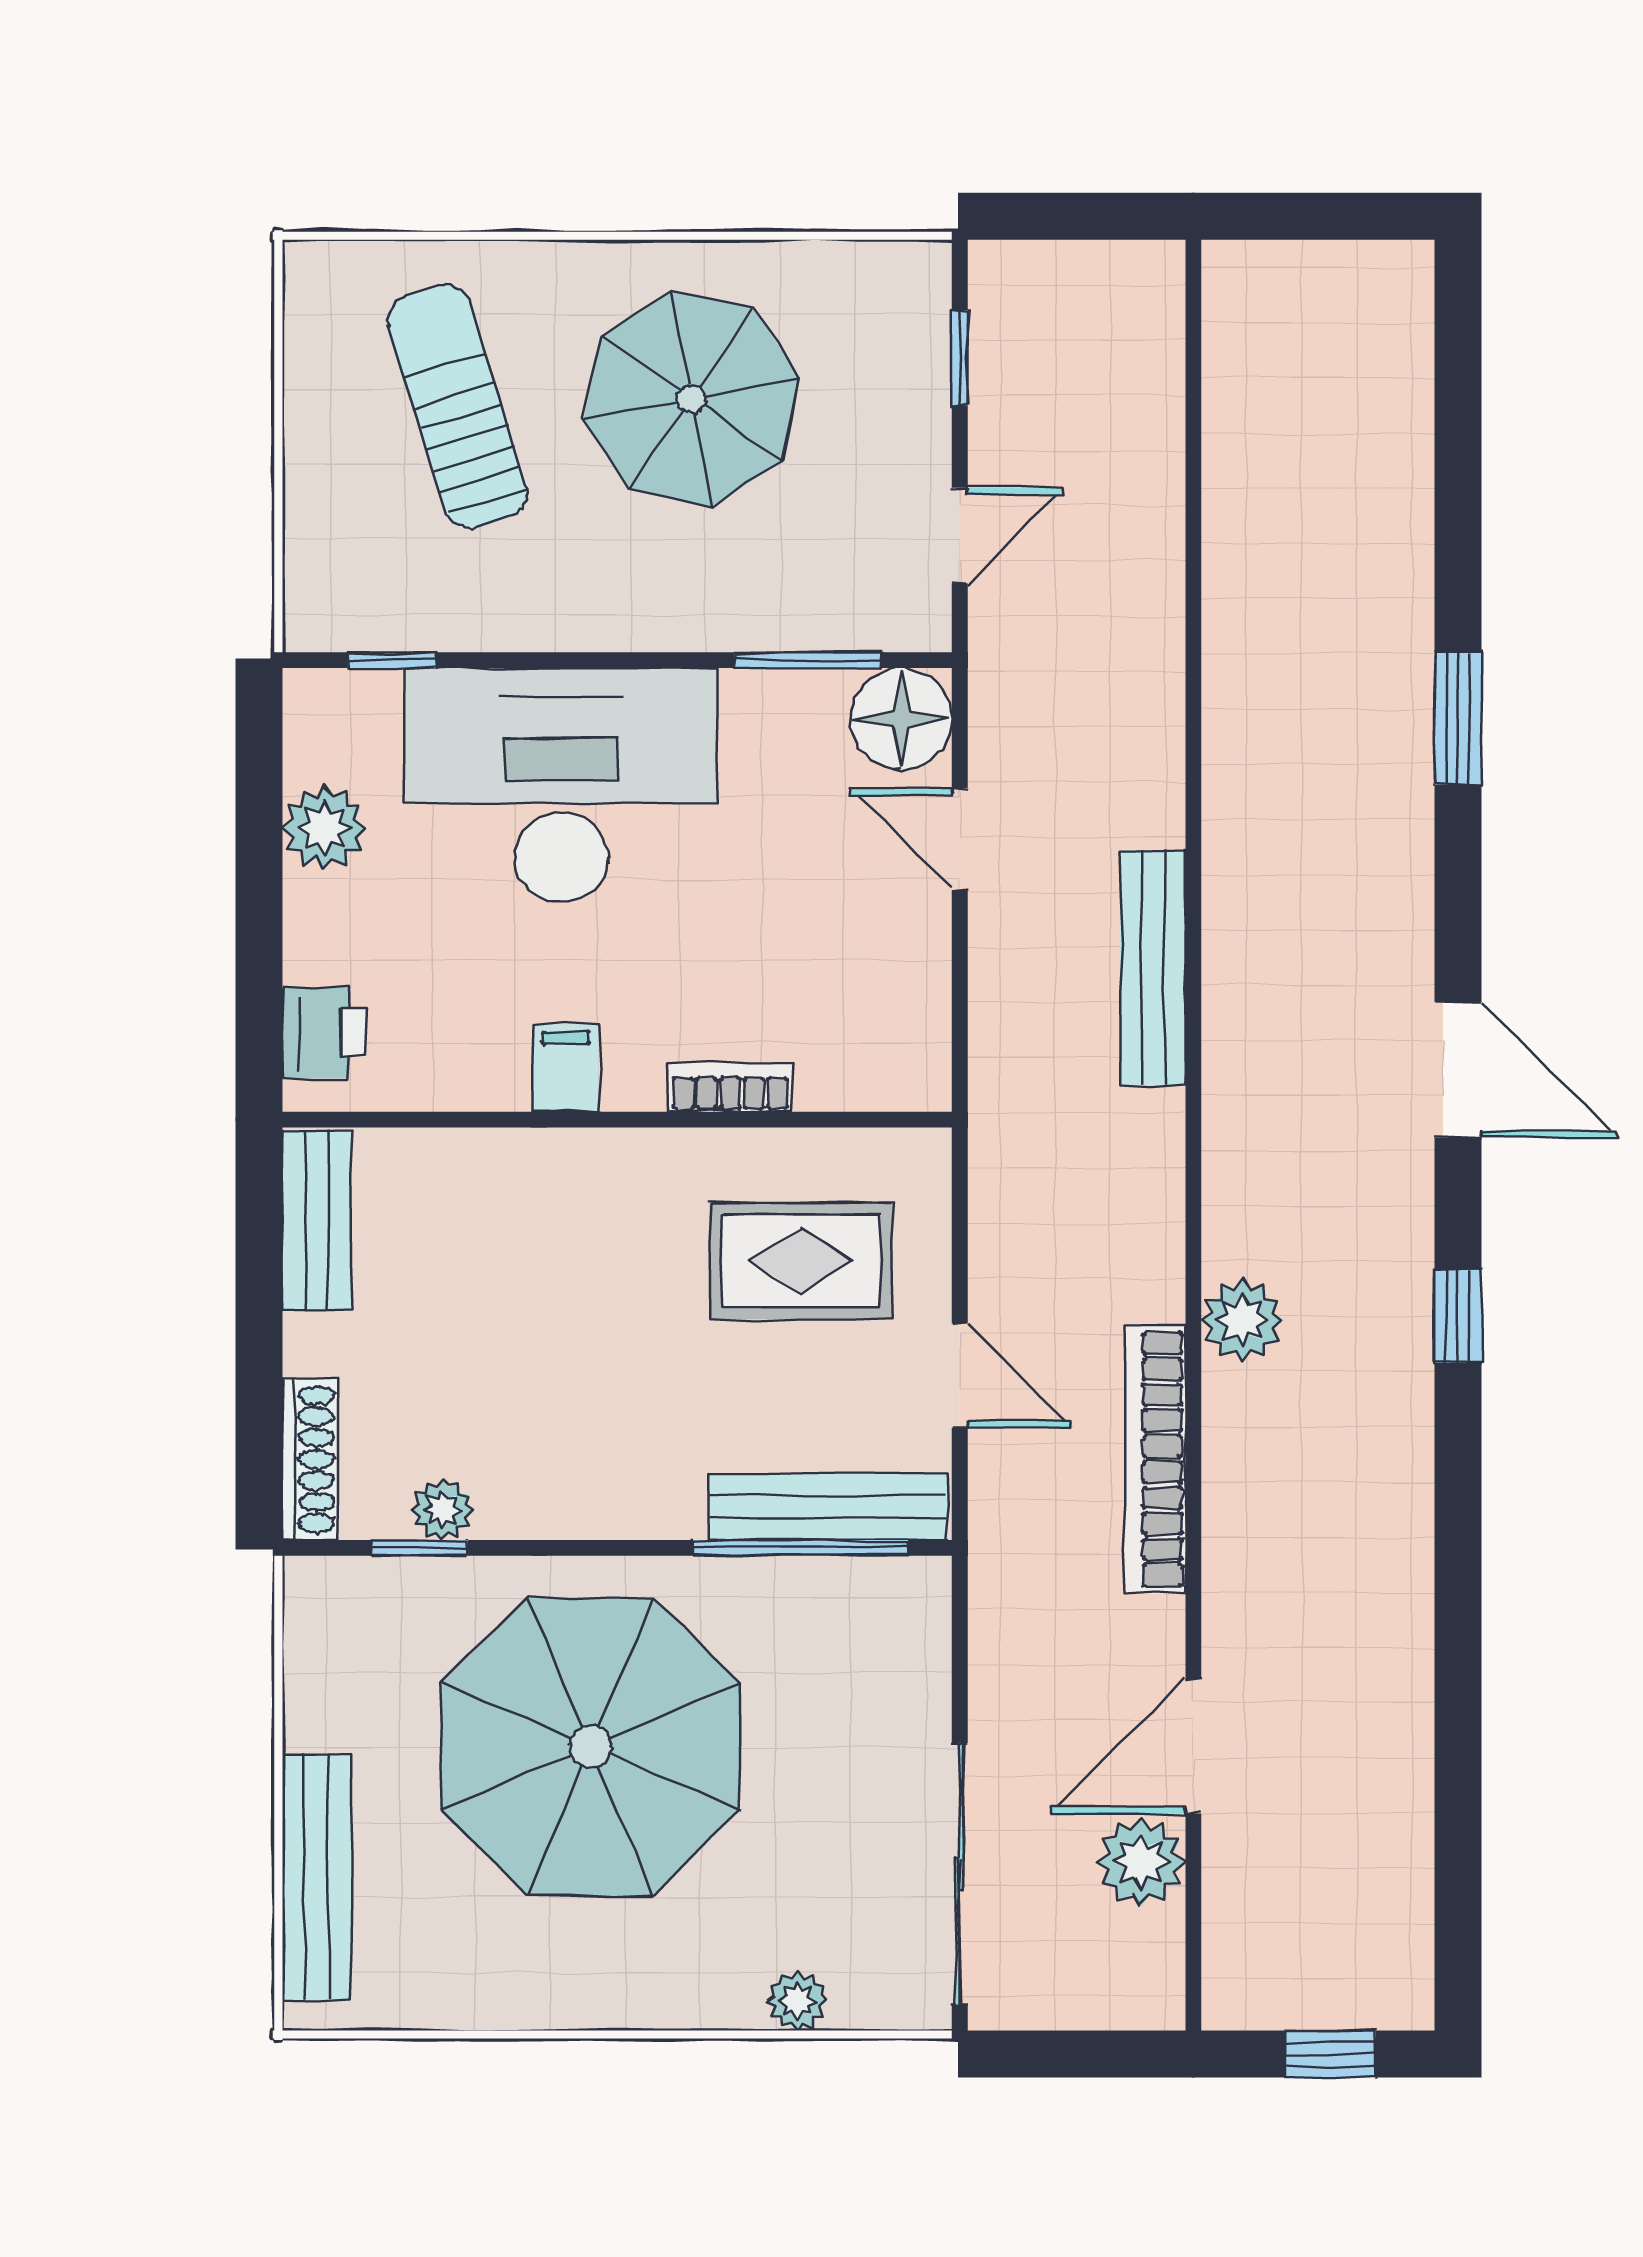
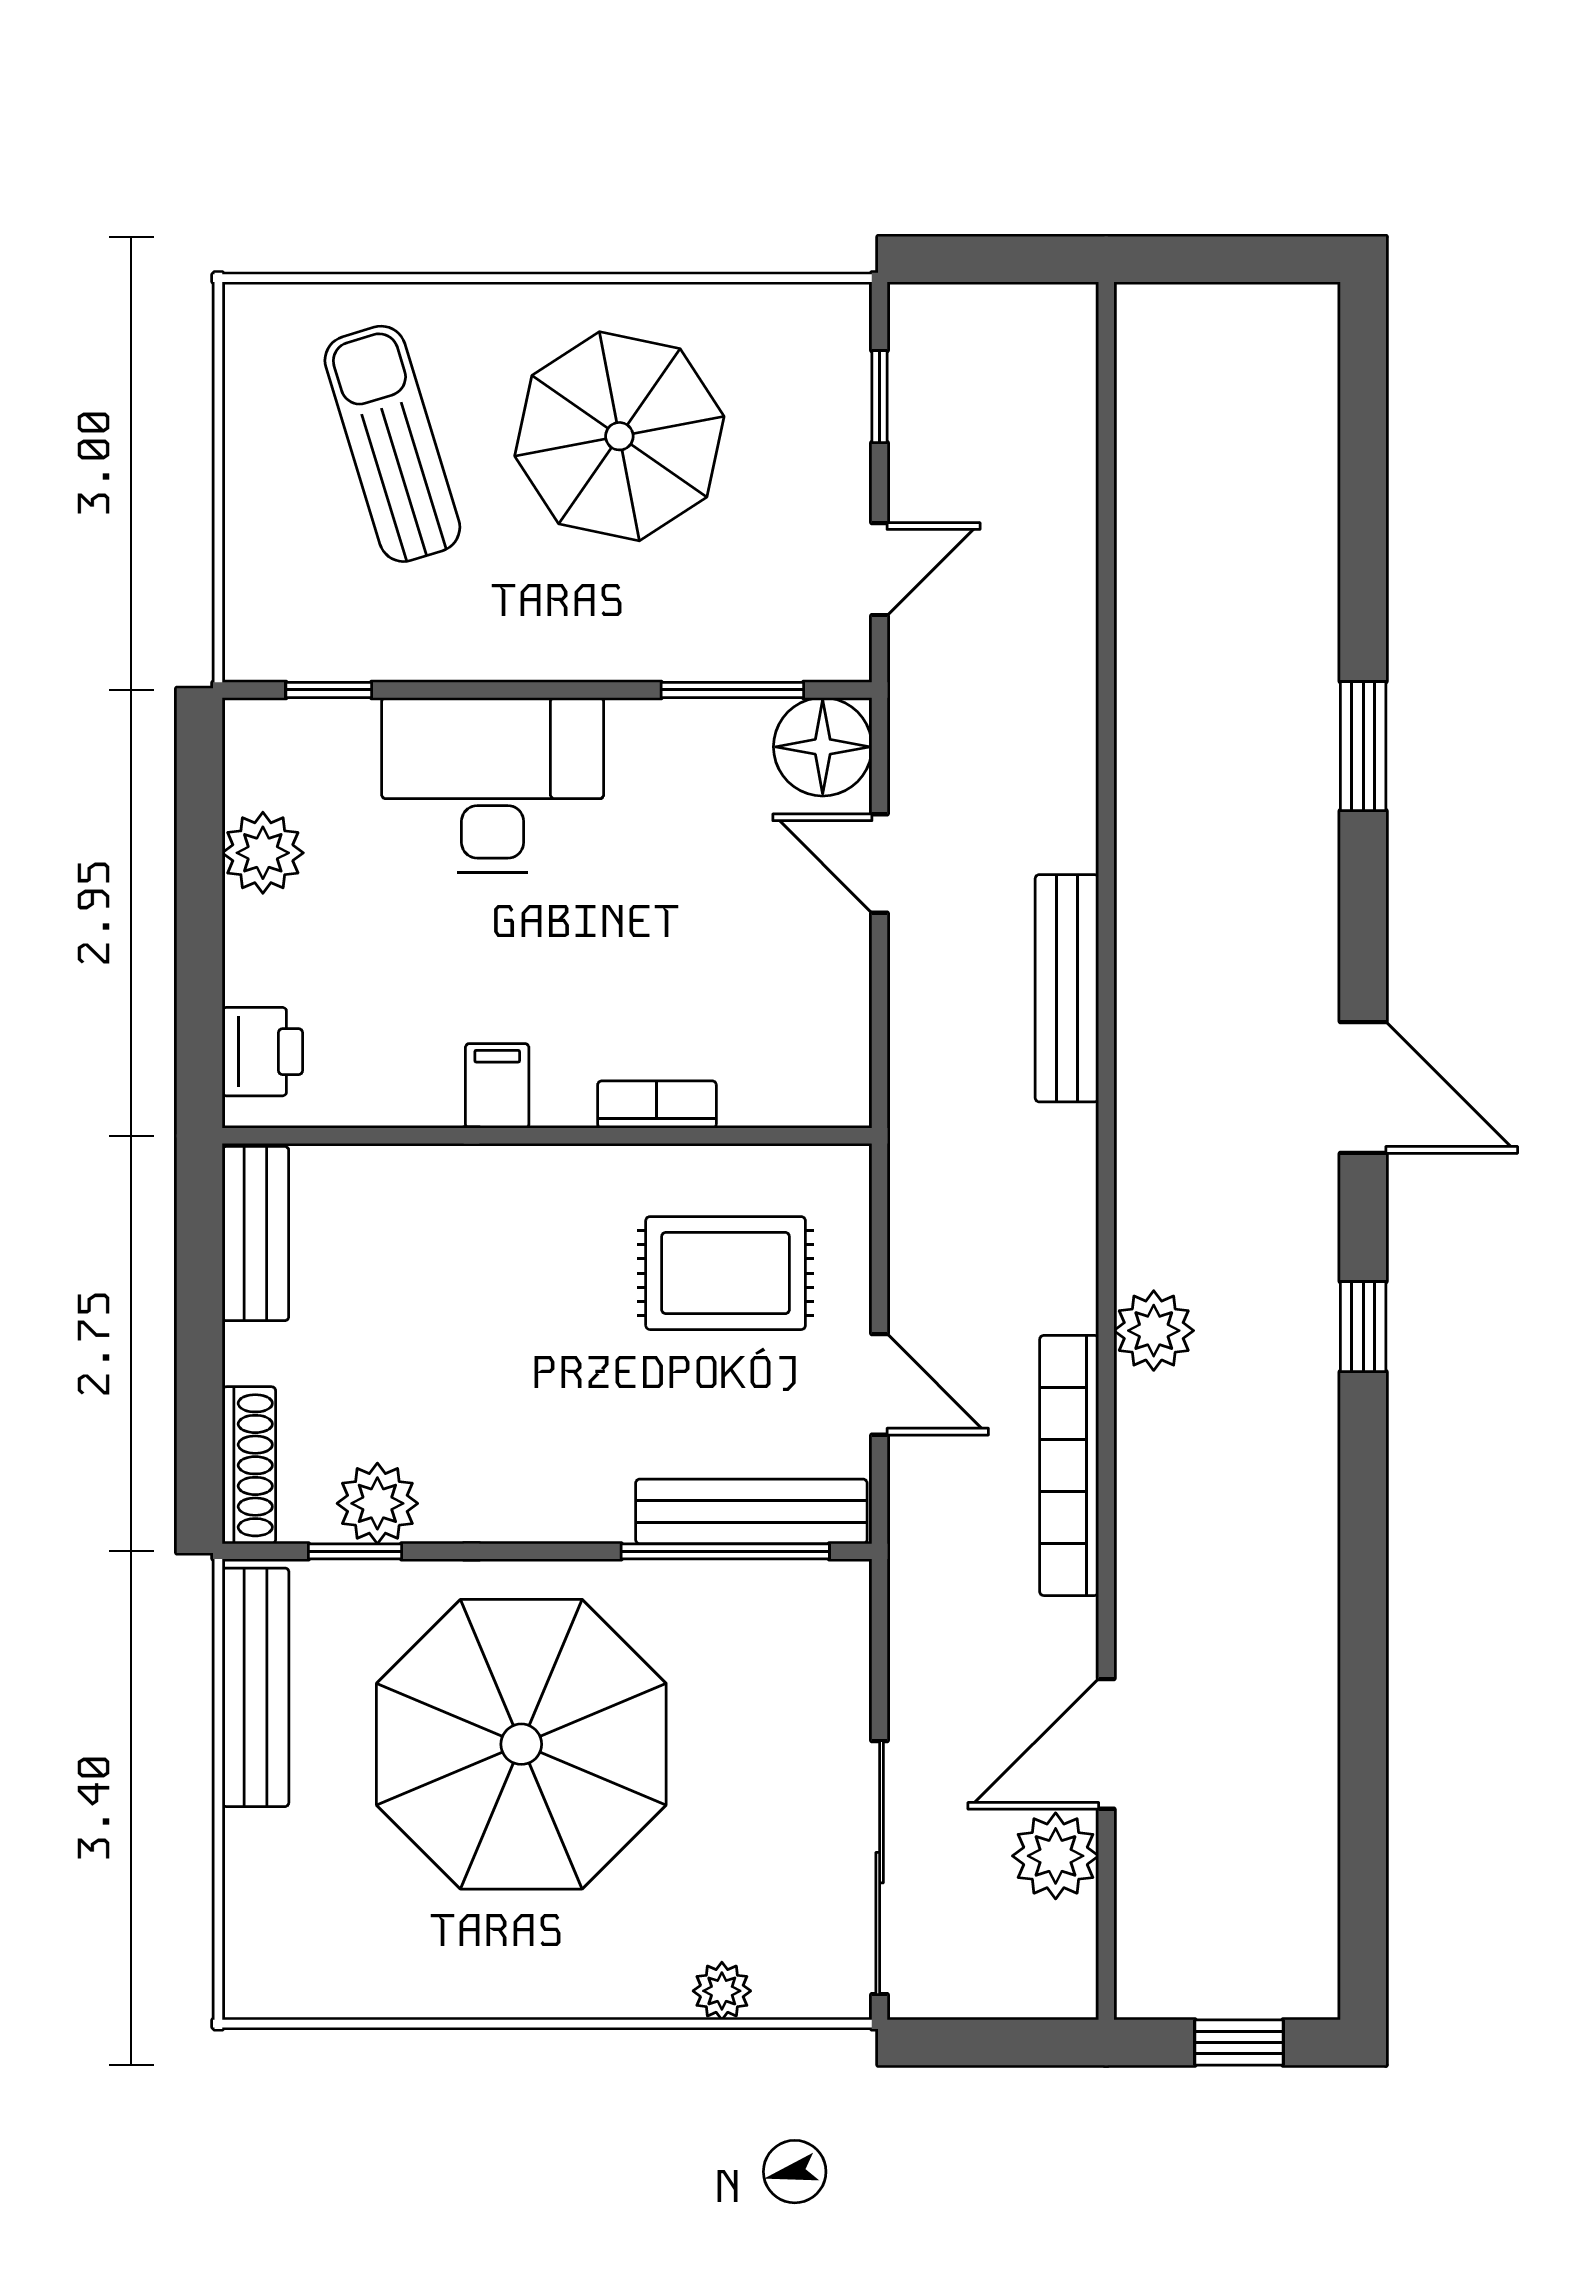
desk: (561, 785) -> (493, 785), width x0.73, depth x0.77
plant: (442, 1510) -> (377, 1503), width x1.38, depth x1.38
bench: (317, 1877) -> (256, 1687), moved

